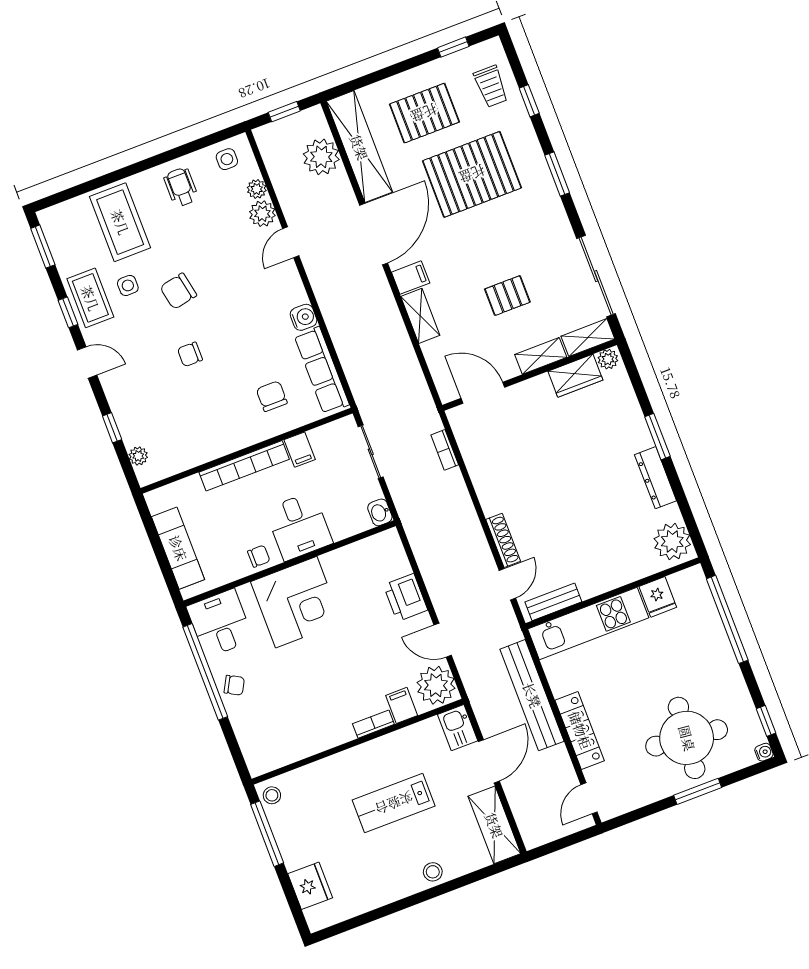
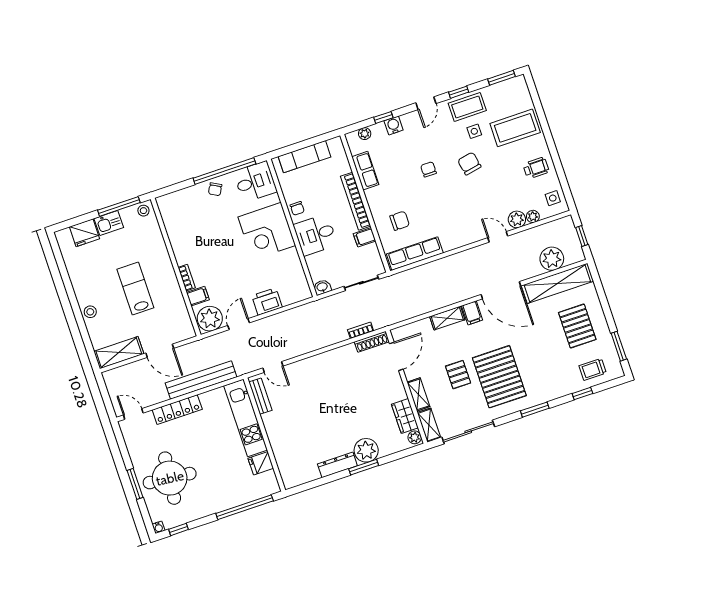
window: (453, 47) -> (619, 346), width x1.50
pallet: (472, 174) -> (499, 377), moved
water cooler: (304, 317) -> (394, 125), moved, turned 180
row of seats: (196, 453) -> (365, 171), added
shoe rack: (503, 540) -> (372, 342), moved
plant: (672, 542) -> (366, 450), moved
kitchen sink: (458, 728) -> (109, 223), moved, turned 180

